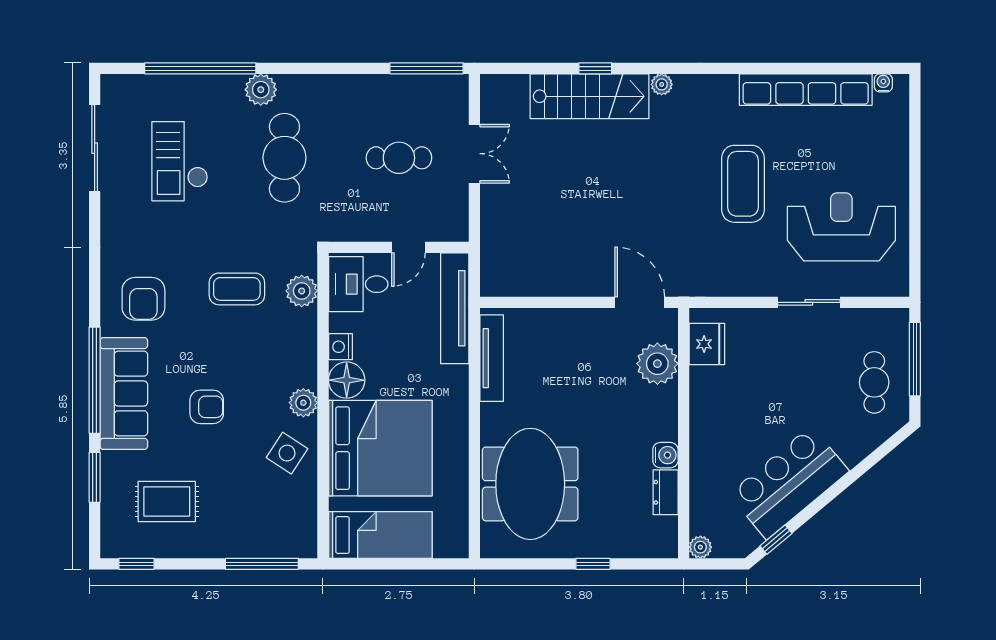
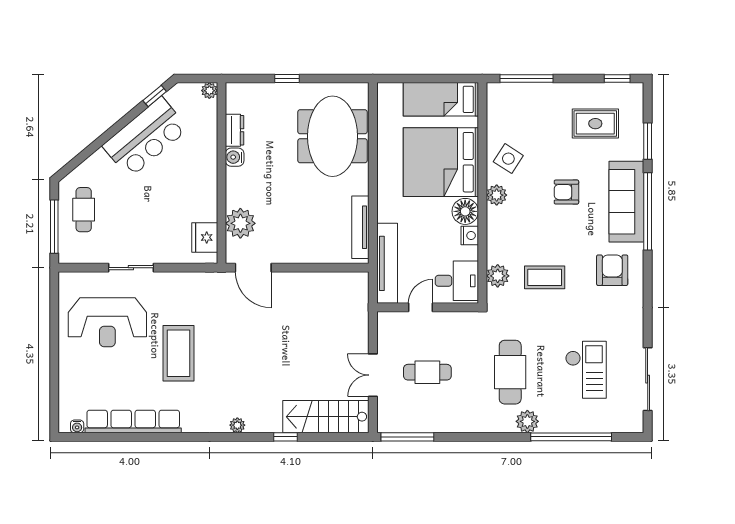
stairs: (590, 96) -> (326, 417), moved

